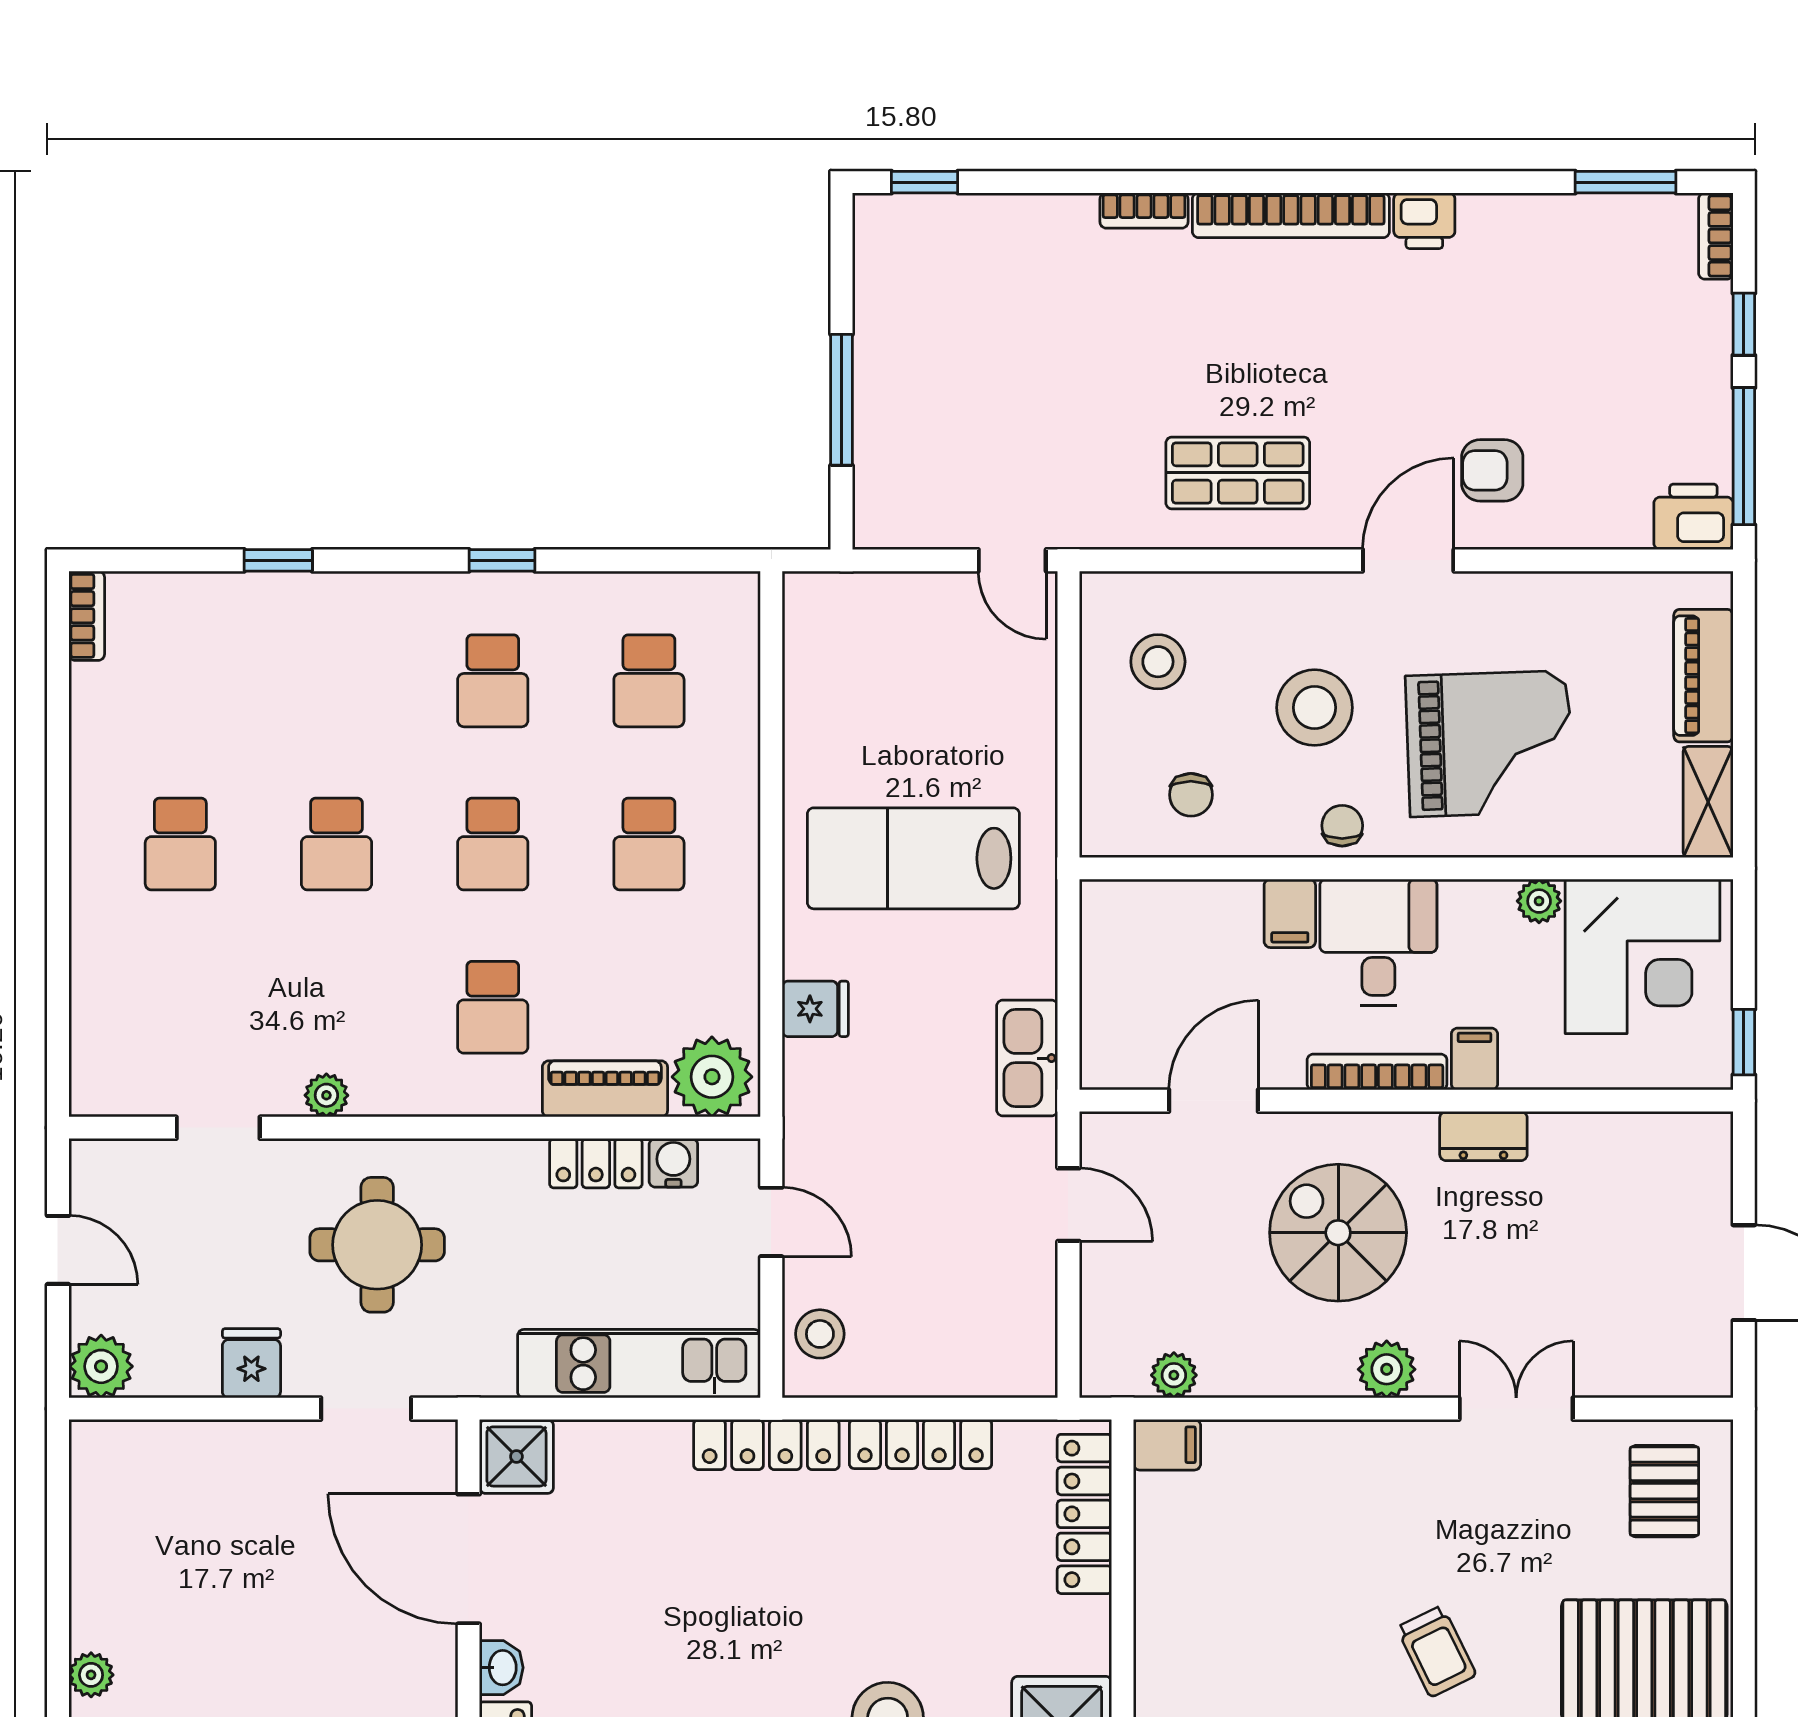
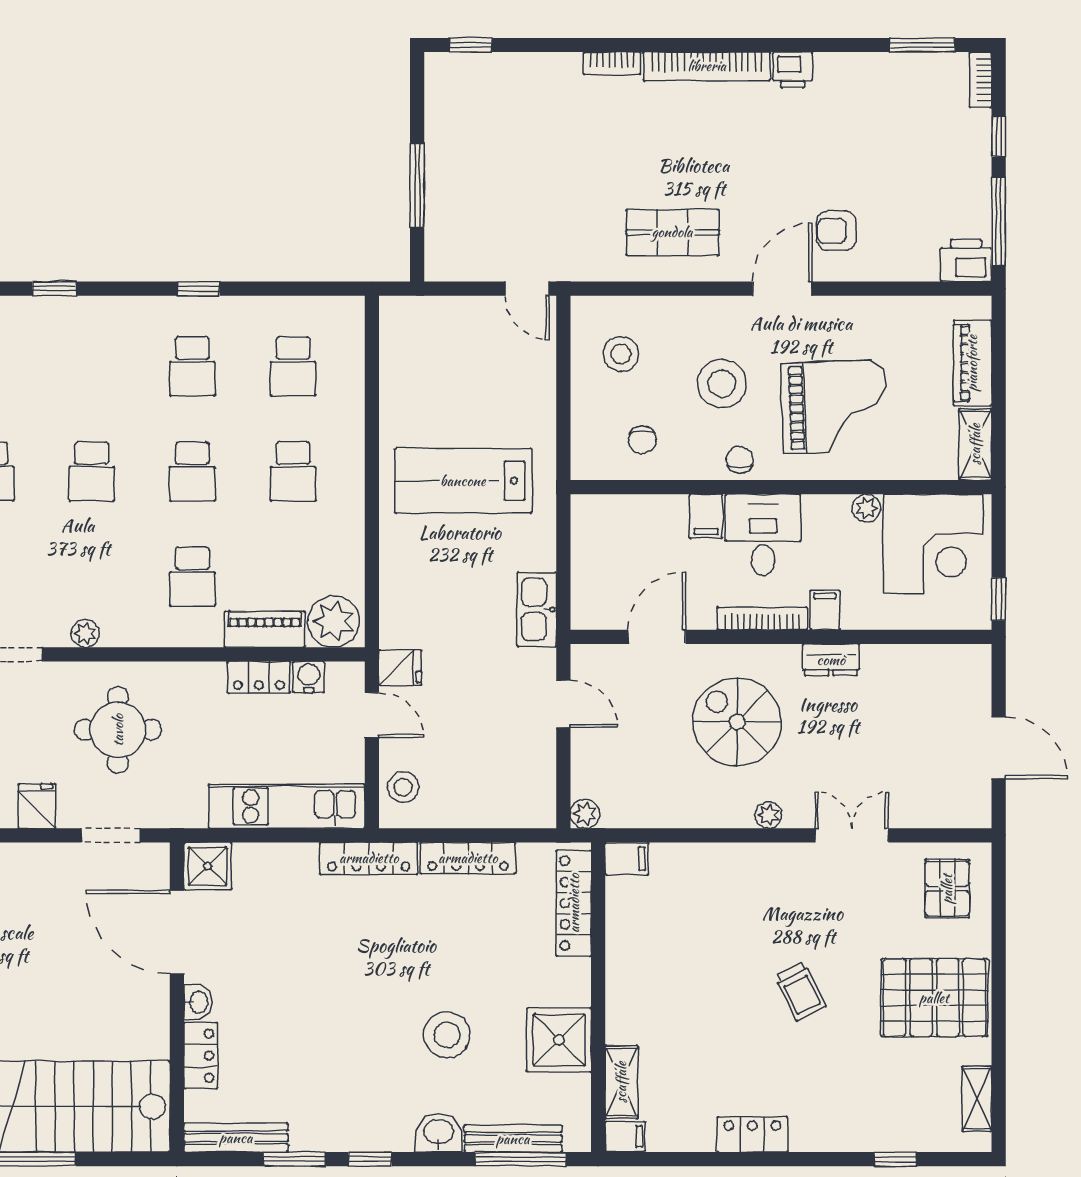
fridge: (815, 1009) -> (400, 668), moved
plant: (1387, 1369) -> (768, 815), width x0.73, depth x0.73
plant: (1174, 1375) -> (585, 814), moved

